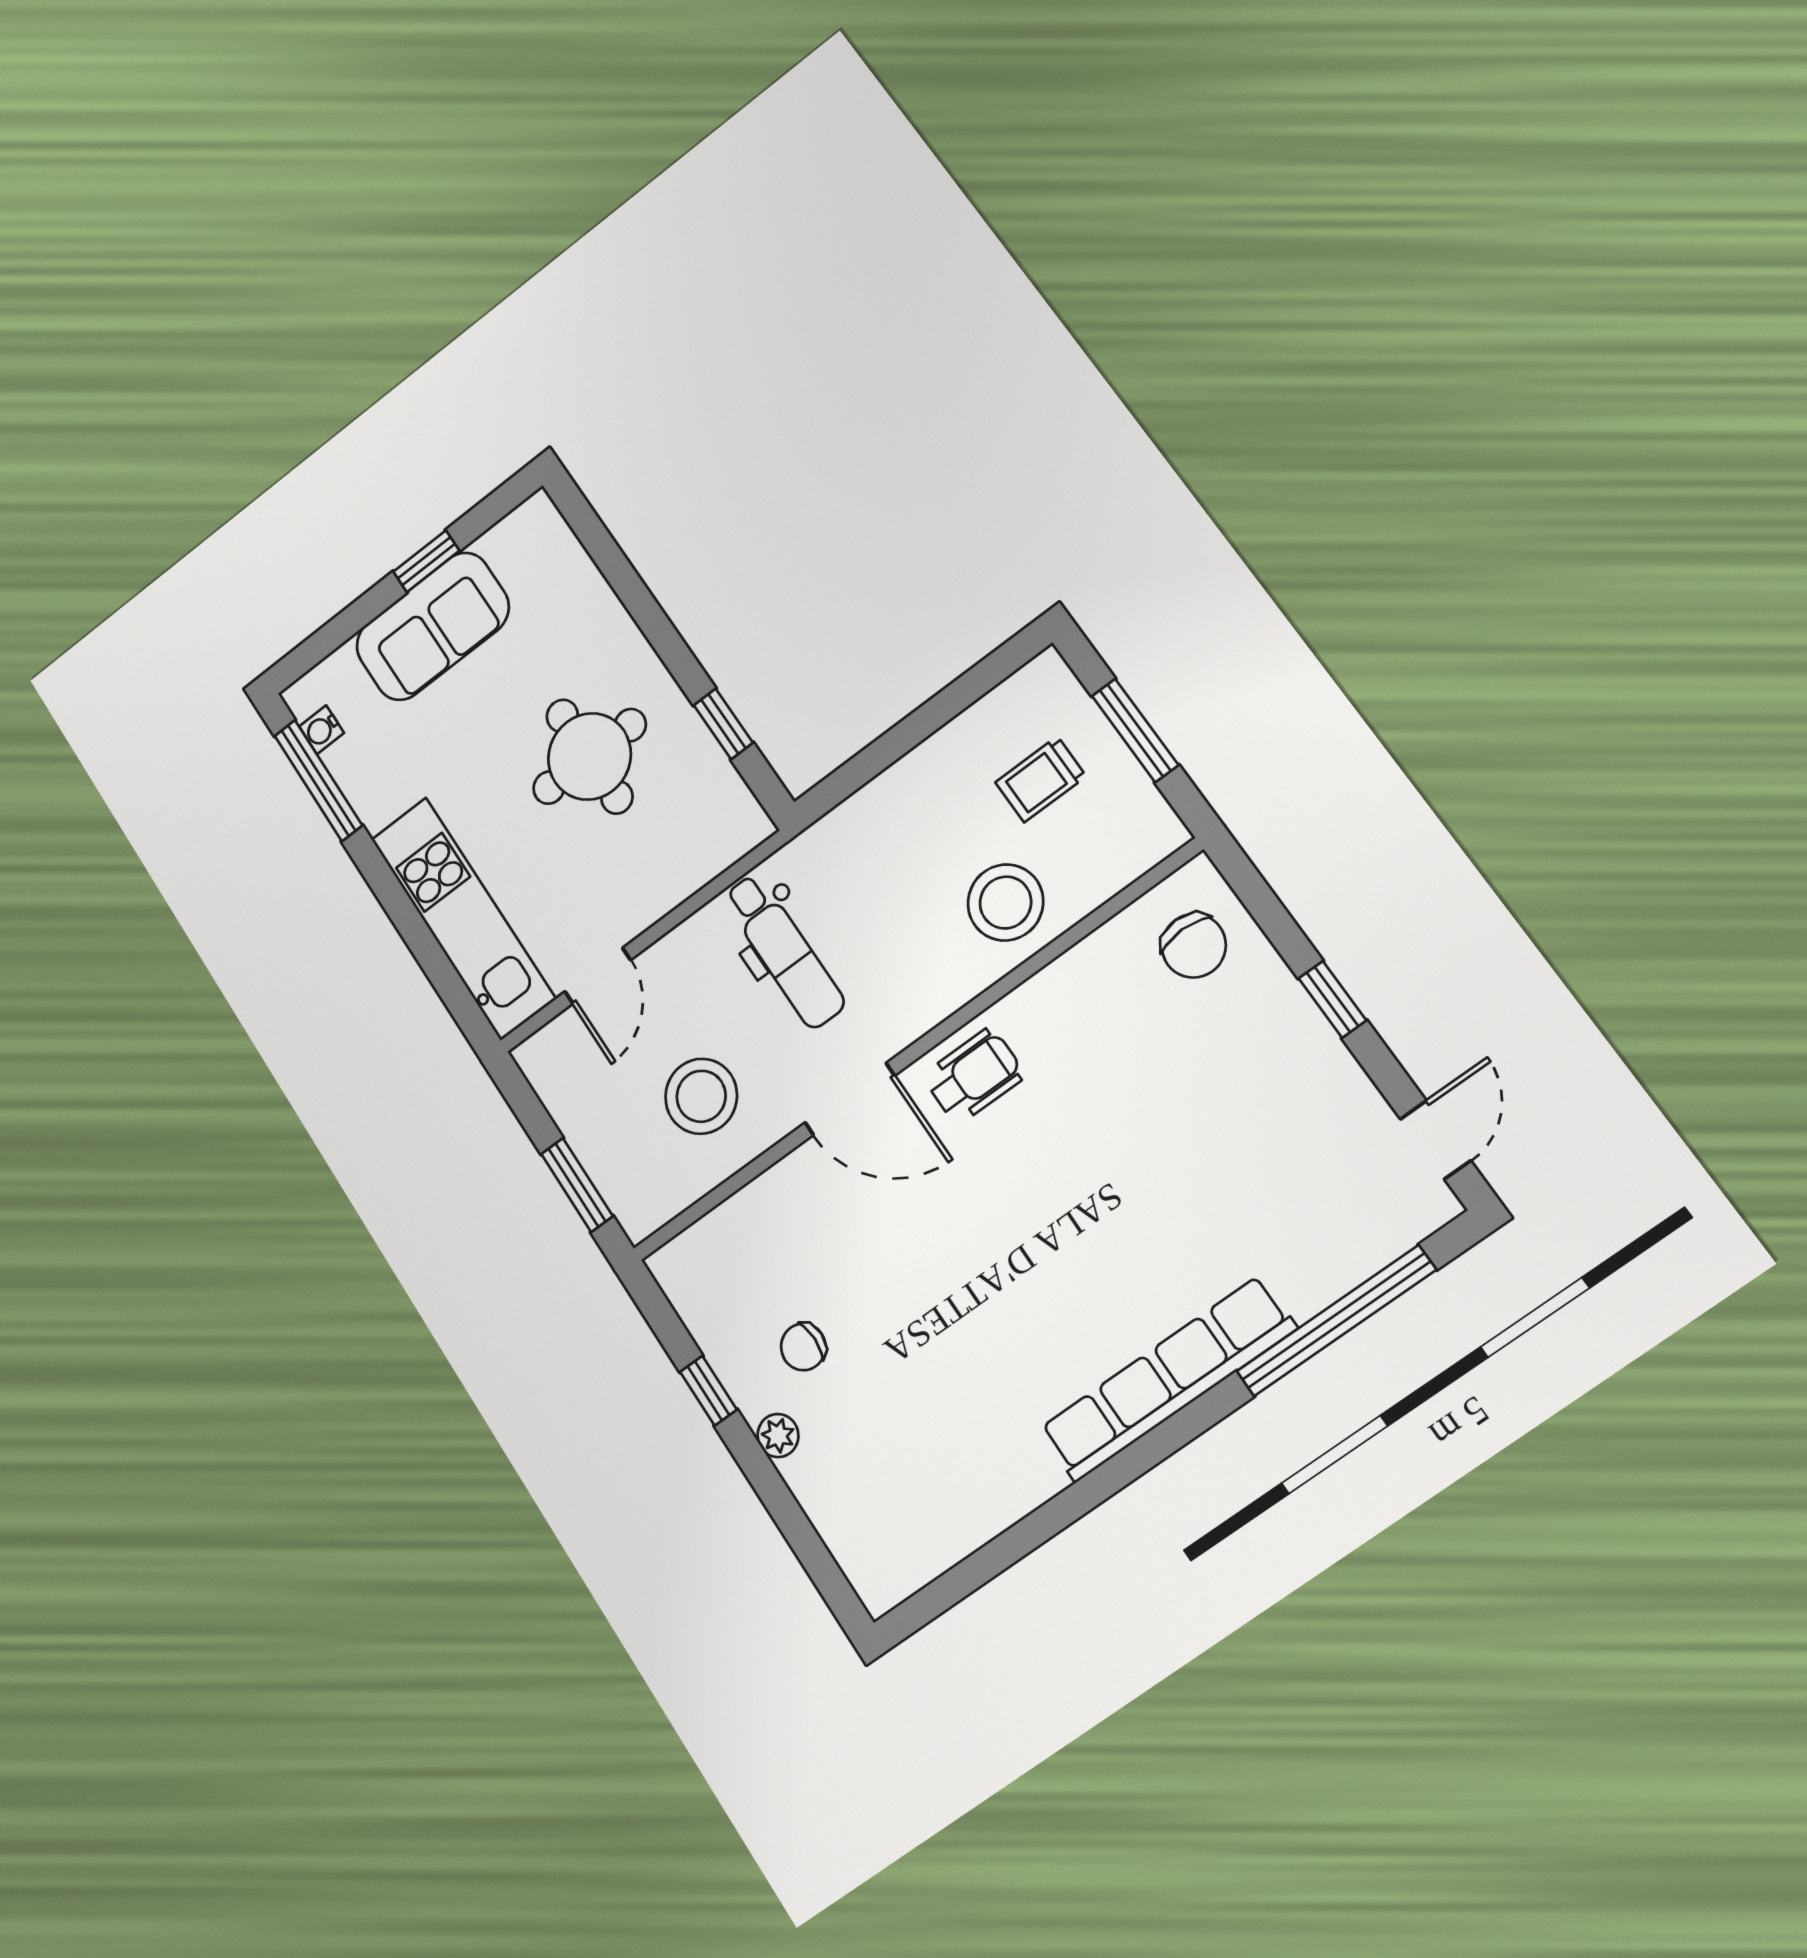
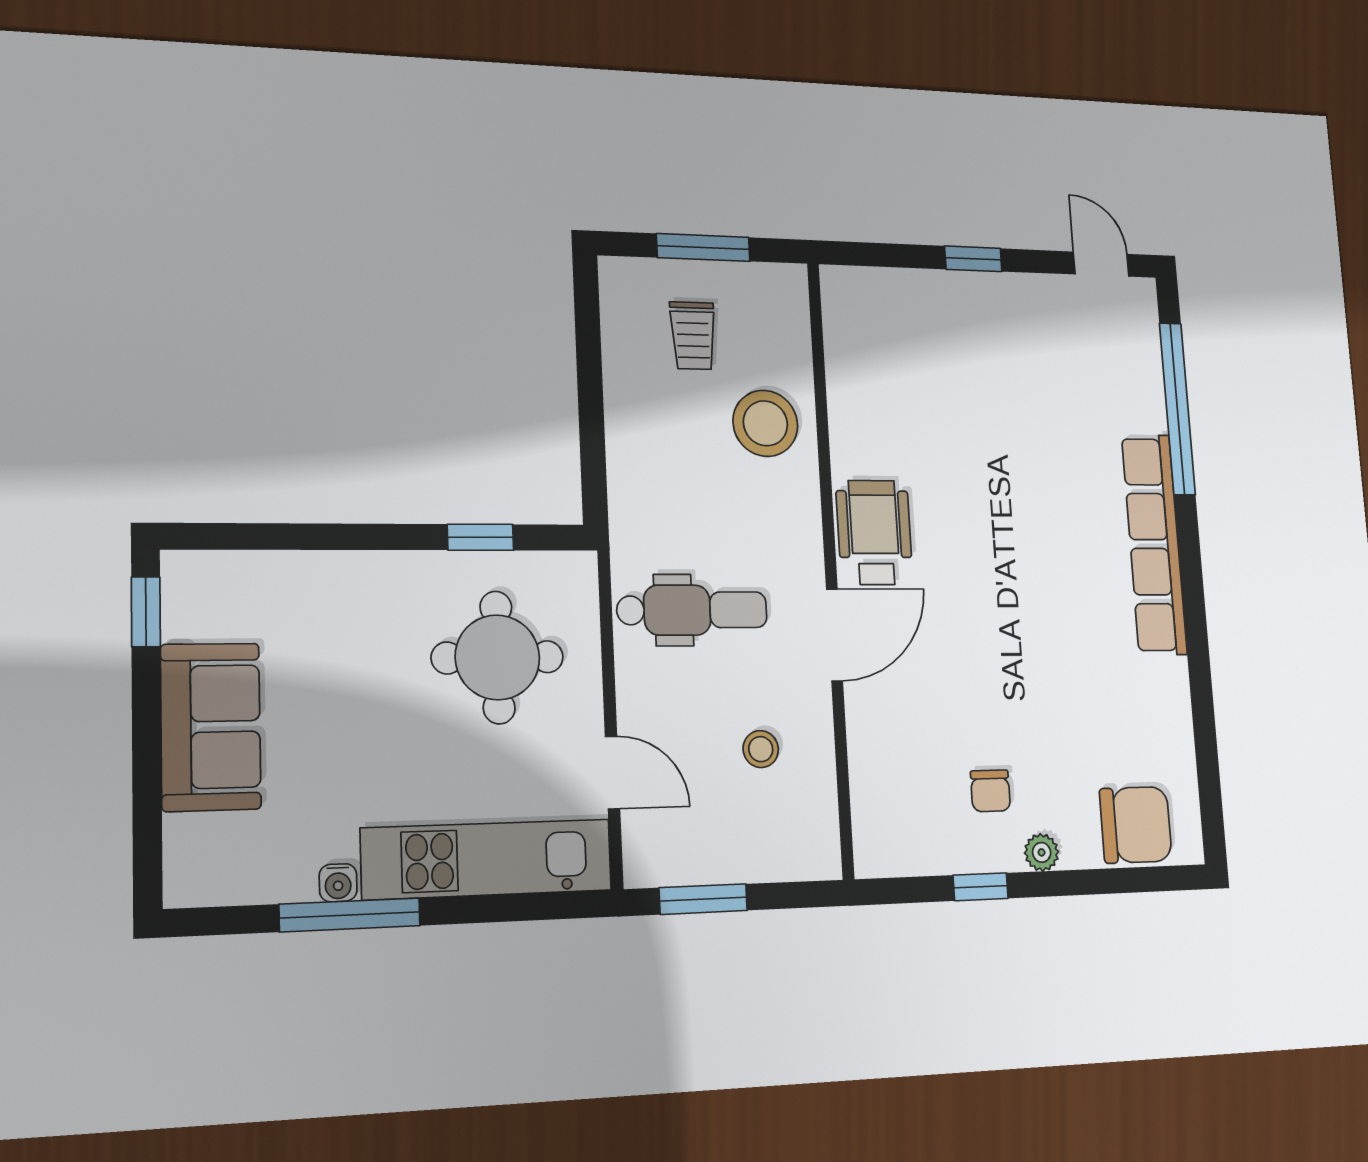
window: (426, 561) -> (146, 612), moved
water cooler: (322, 730) -> (338, 883), moved
round table: (589, 756) -> (497, 657), moved
window: (318, 780) -> (350, 915), moved
chair: (1194, 946) -> (1136, 825), moved, width x1.37, depth x1.37
wheelchair: (974, 1076) -> (874, 532), width x1.36, depth x1.37
stool: (701, 1096) -> (761, 749), width x0.53, depth x0.53
window: (577, 1185) -> (703, 899), moved

